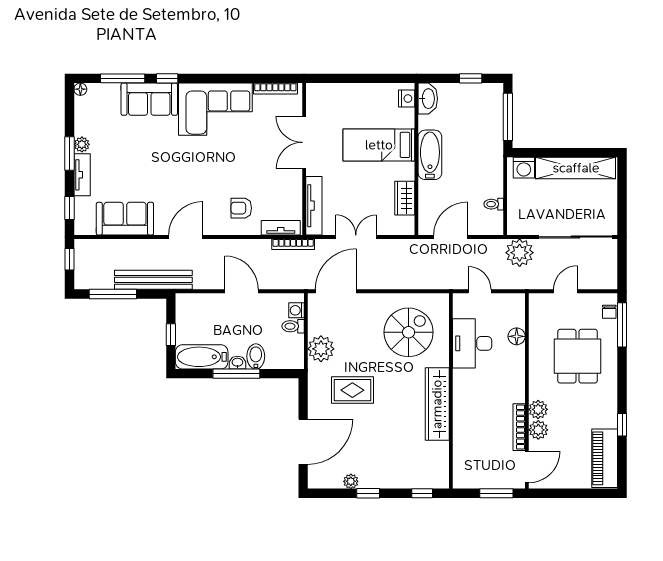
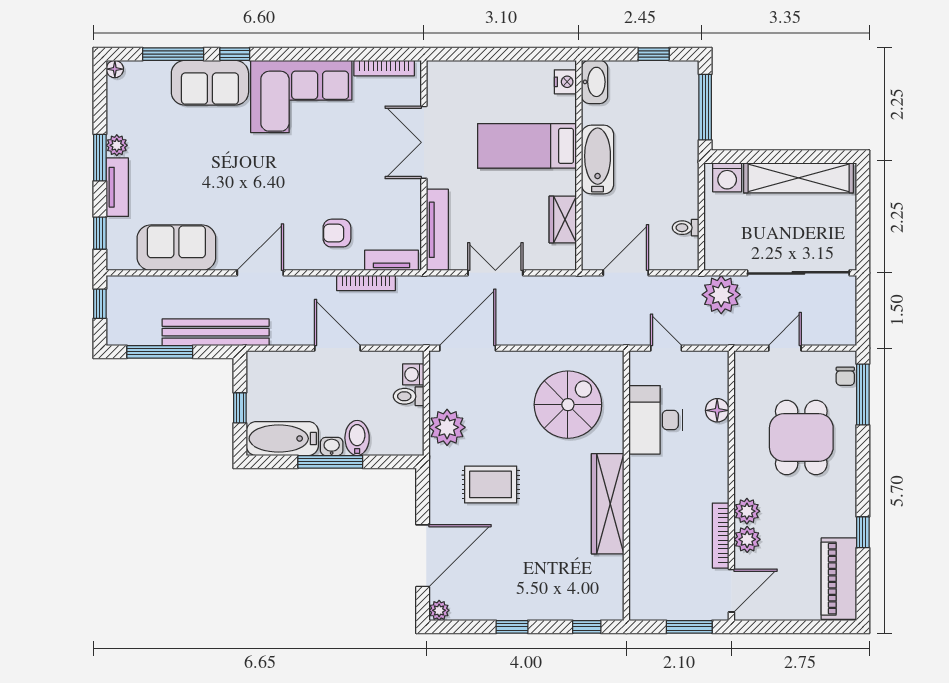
bookcase: (293, 244) -> (366, 283), moved
plant: (351, 481) -> (439, 610), moved

